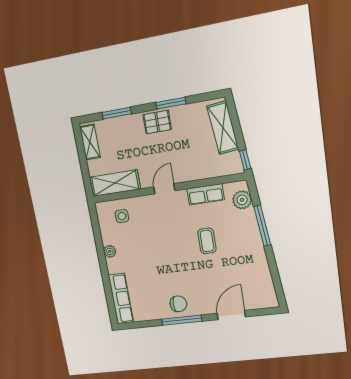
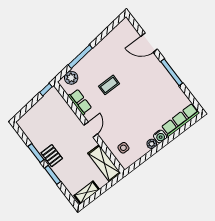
window: (117, 113) -> (53, 175), moved
shelving: (223, 128) -> (34, 114), removed
door: (164, 189) -> (91, 130), swing flipped
water cooler: (114, 266) -> (160, 136), added
chair: (178, 304) -> (162, 80), removed

